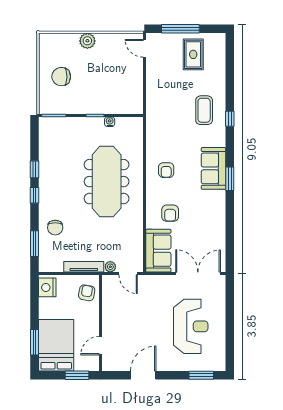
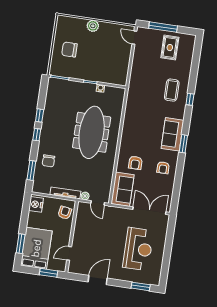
armchair: (166, 170) -> (163, 168), moved

